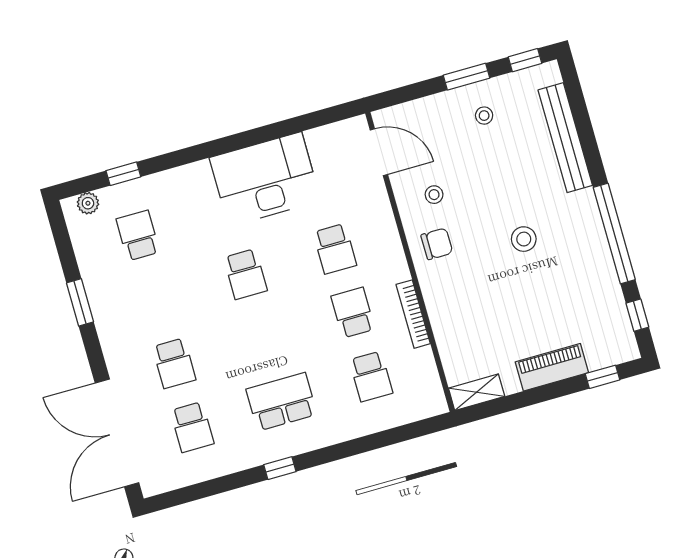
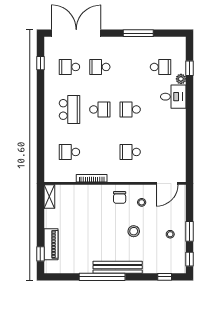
bench: (565, 138) -> (118, 267), moved
desk: (265, 179) -> (173, 97), moved, width x0.53, depth x0.77
plant: (88, 203) -> (181, 79), moved
stool: (524, 239) -> (134, 231), moved
window: (80, 302) -> (138, 33), width x1.44
school desk: (353, 313) -> (100, 109), moved
window: (637, 315) -> (165, 277), moved
piano: (552, 367) -> (51, 244), moved
window: (280, 468) -> (40, 63), moved

